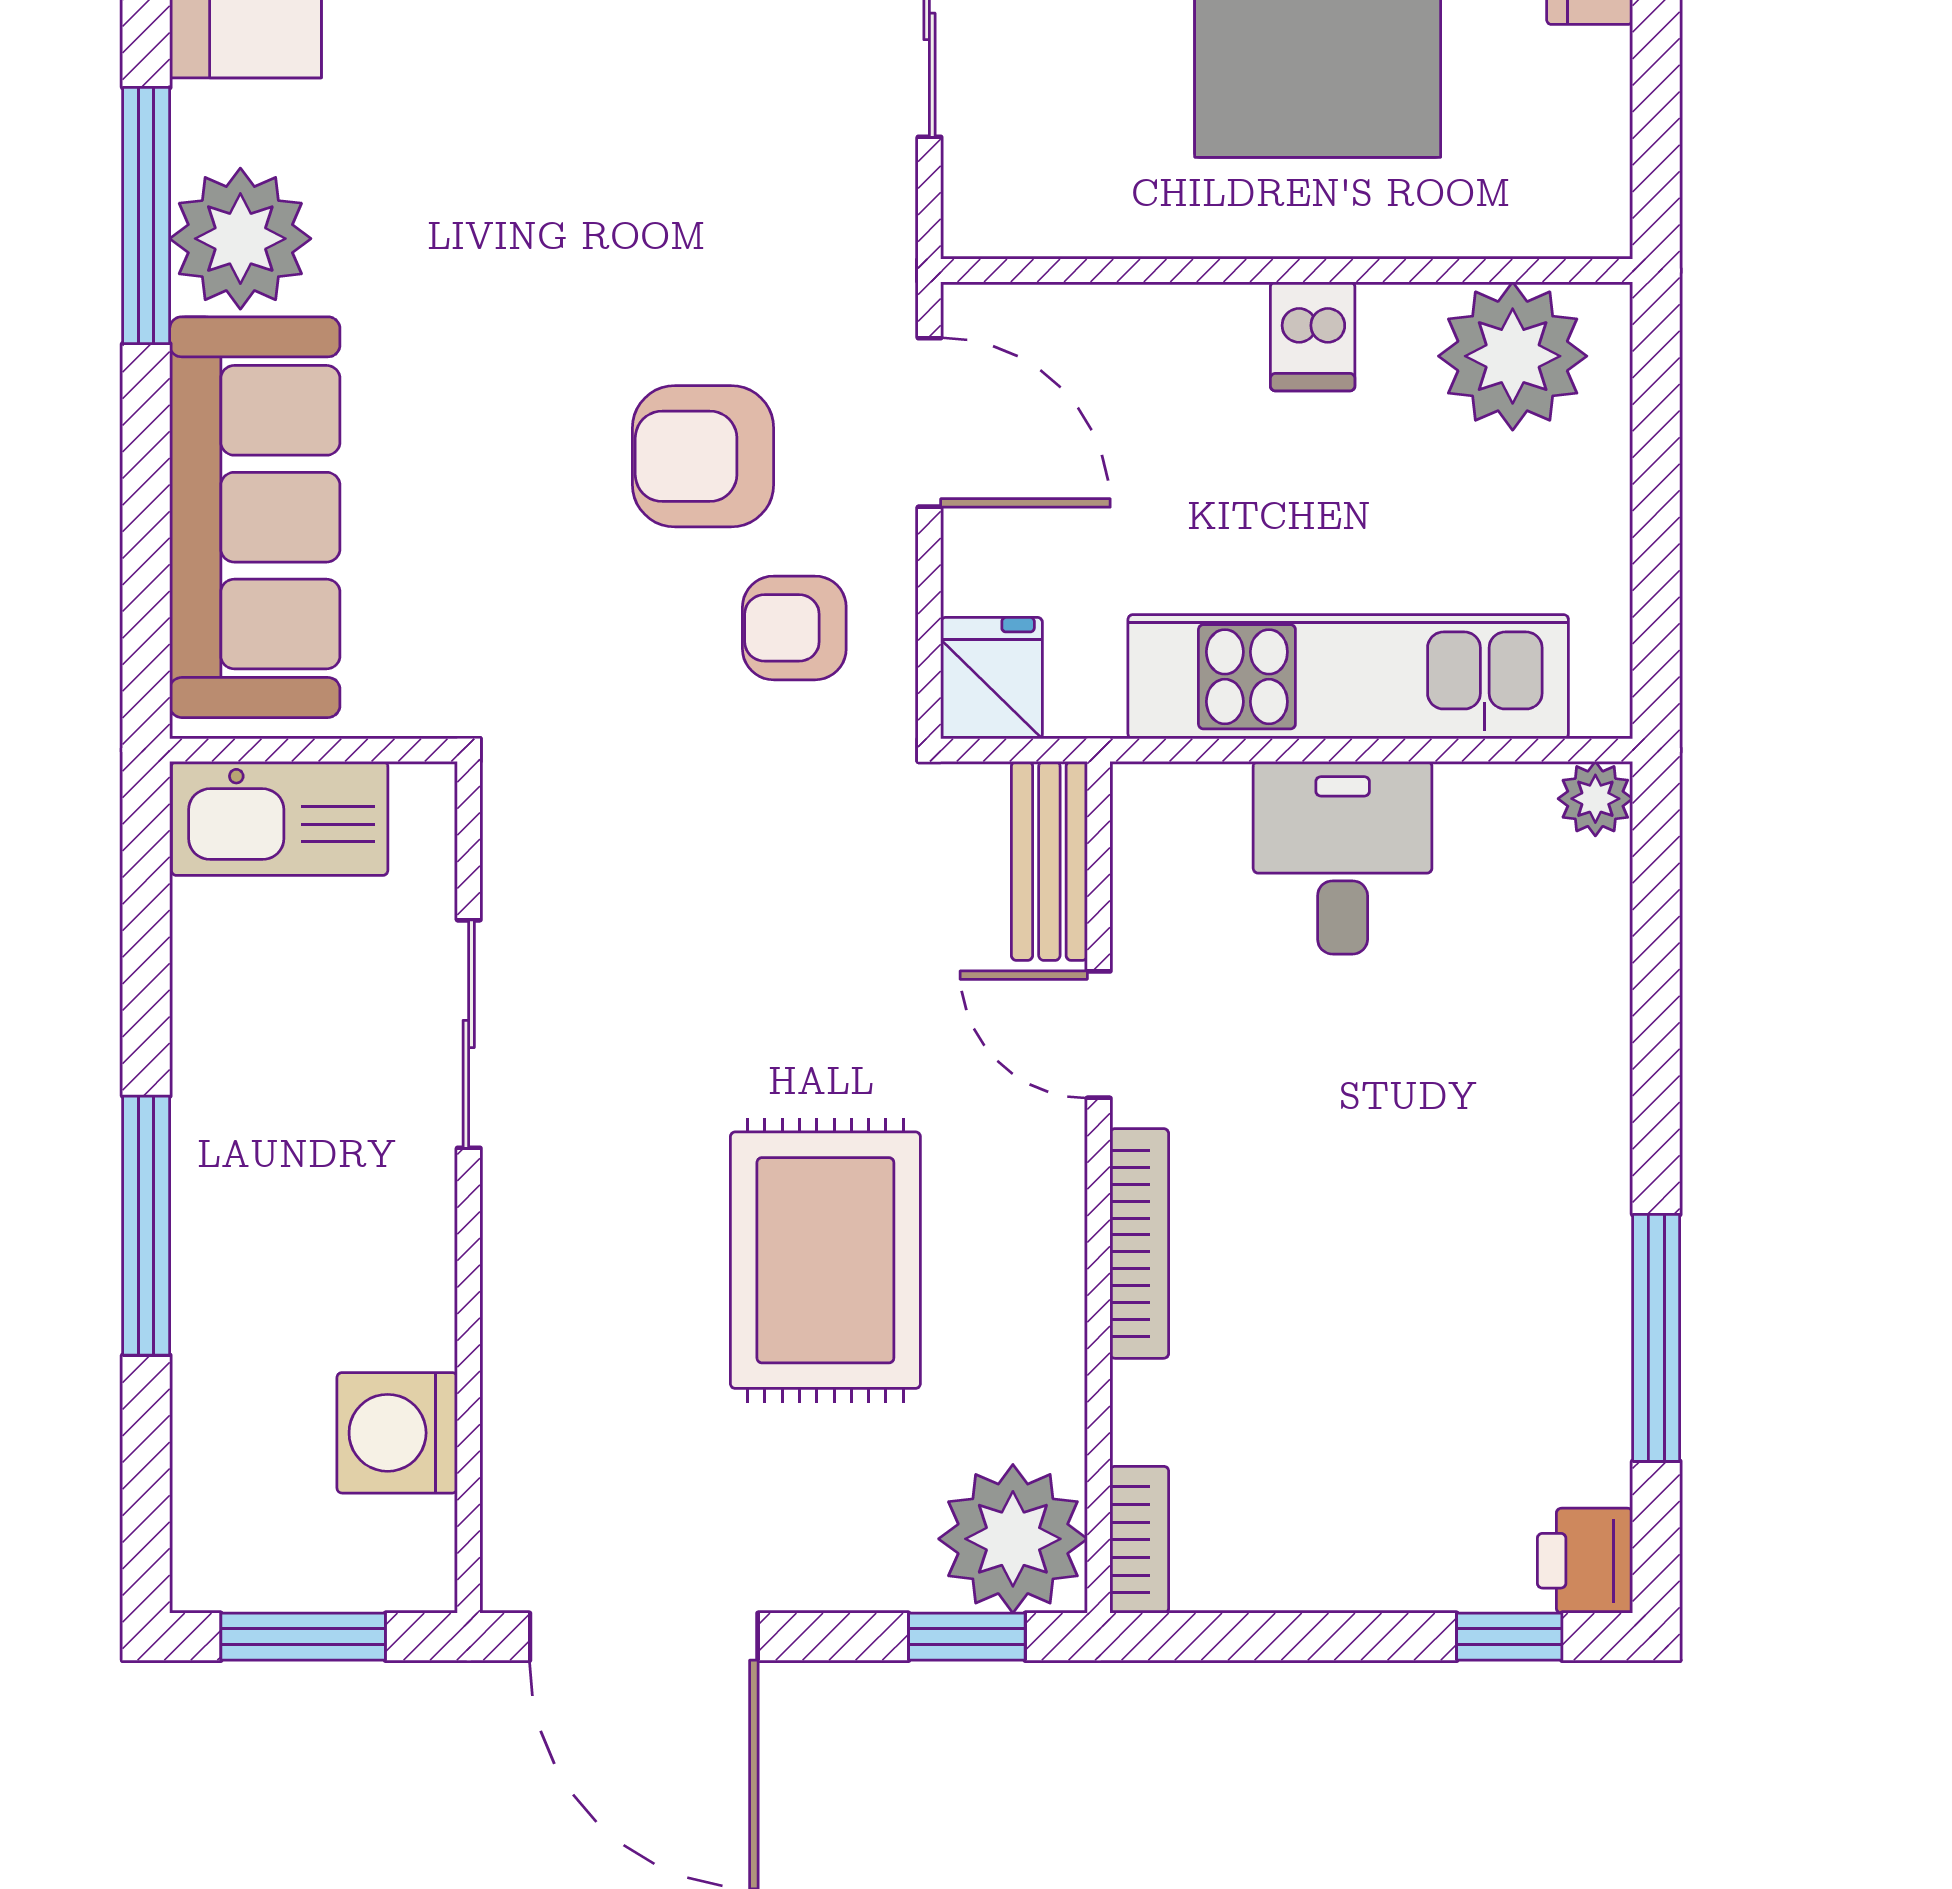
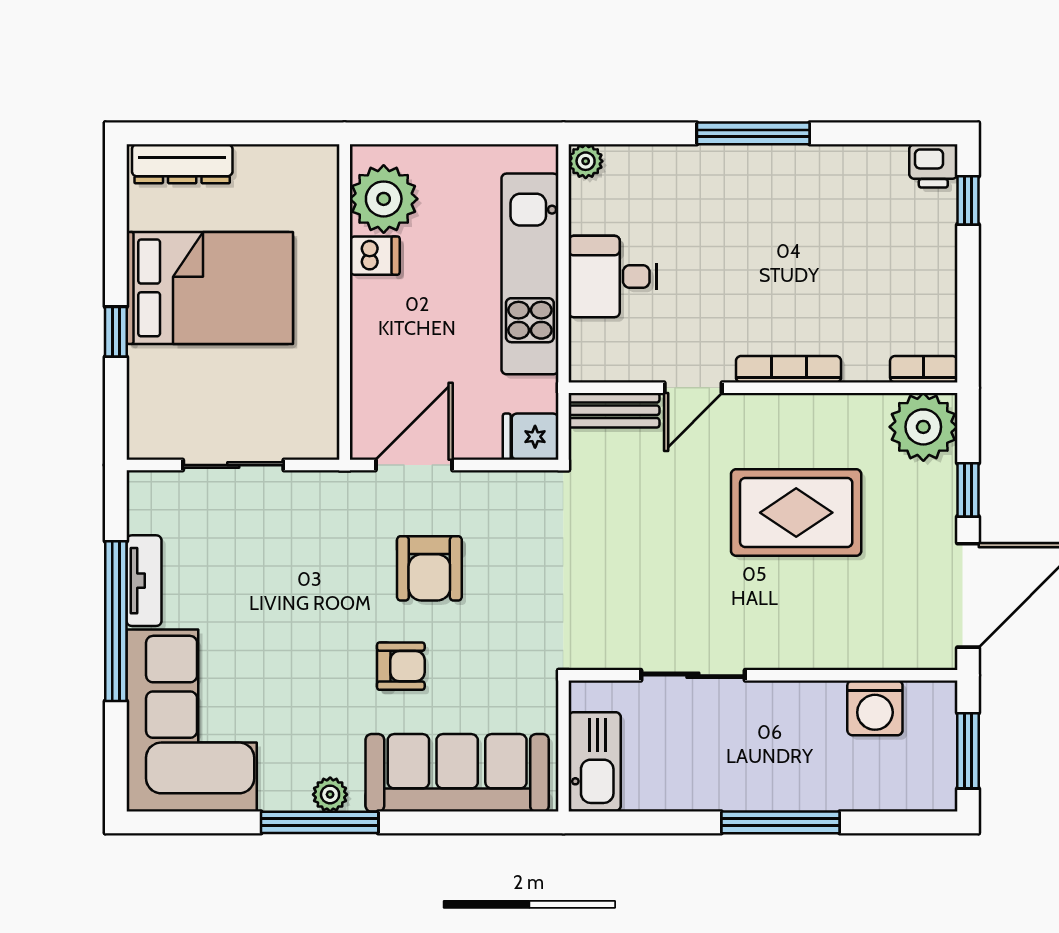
plant: (240, 239) -> (330, 794), width x0.53, depth x0.53
dishwasher: (1313, 336) -> (375, 256), moved
armchair: (794, 628) -> (401, 666), moved, turned -90
window: (1656, 1338) -> (753, 133), moved
window: (967, 1637) -> (968, 490), moved

